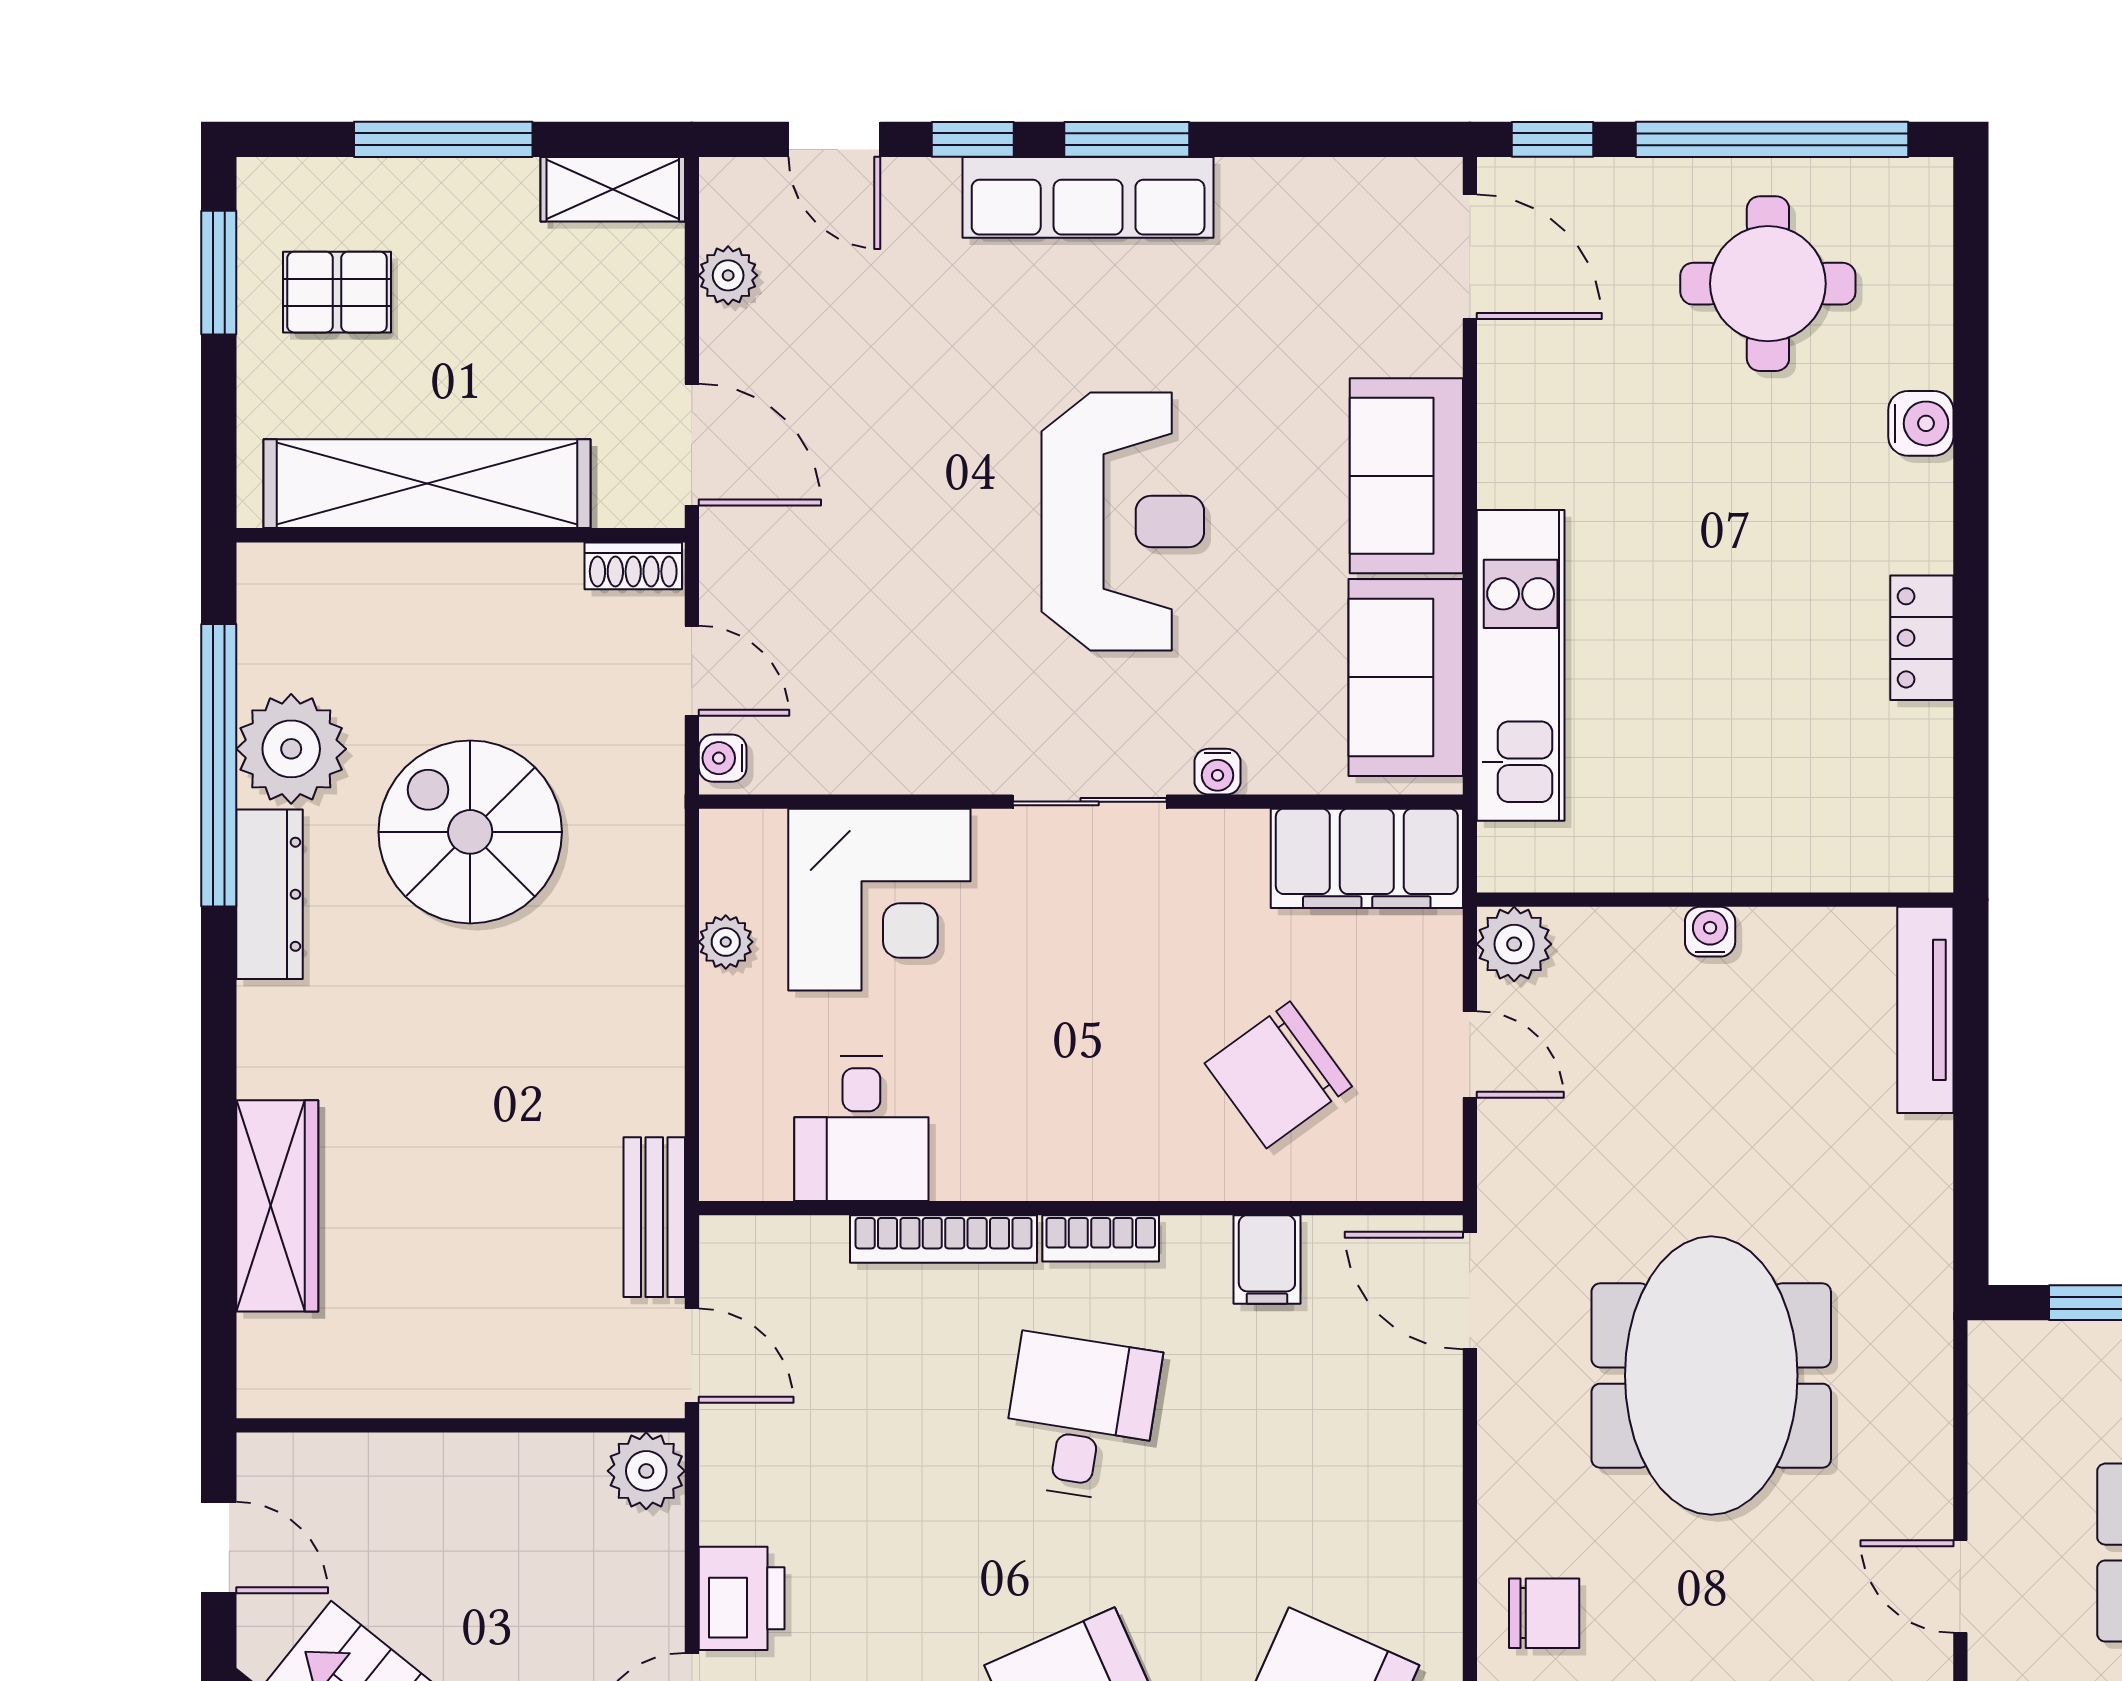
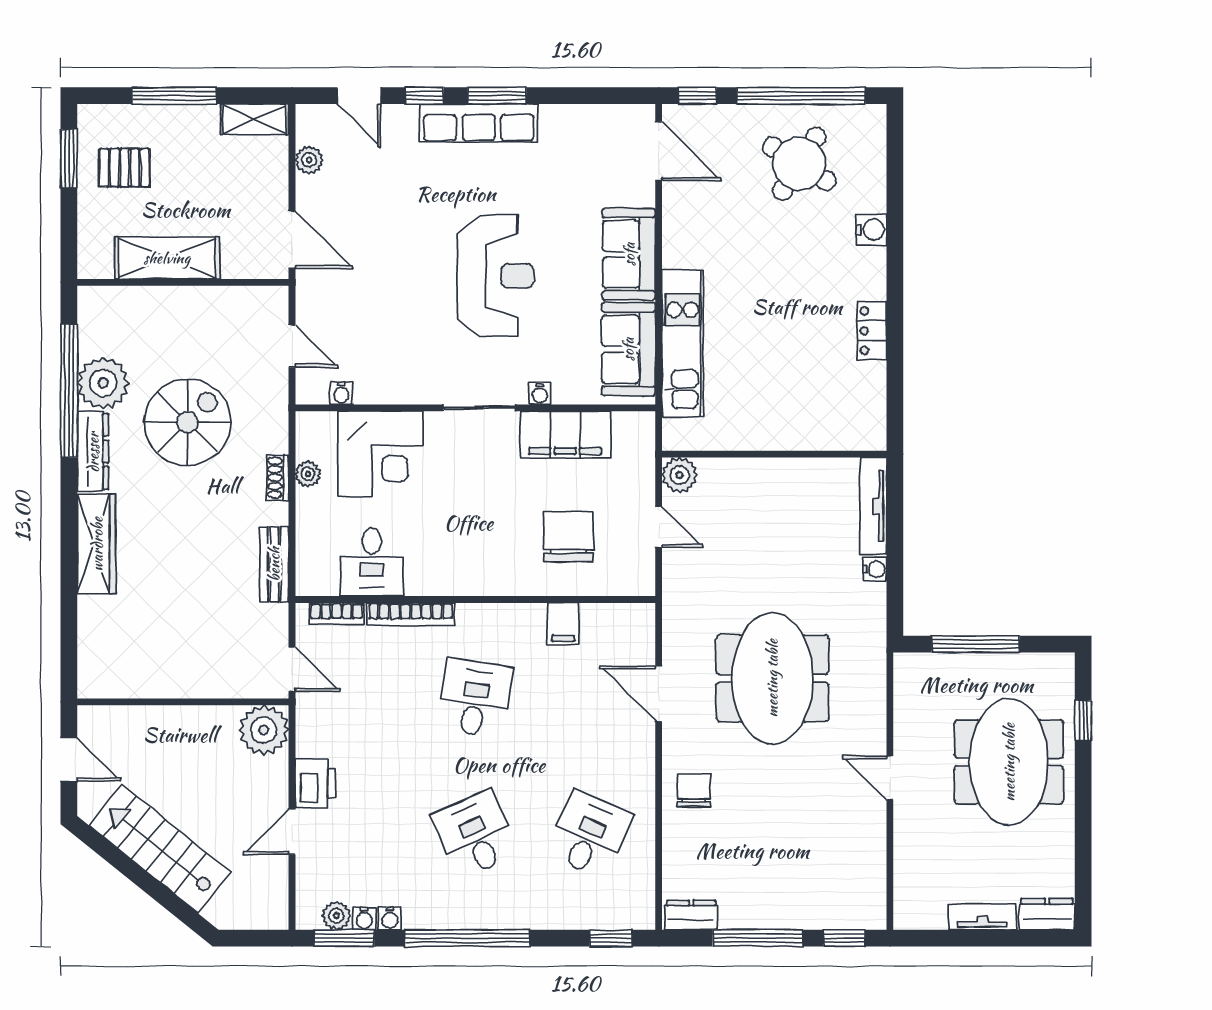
round table: (1768, 284) -> (799, 164), turned 32
shelving: (427, 484) -> (167, 258), width x0.68
shoe rack: (633, 566) -> (278, 478), moved, turned 90
water cooler: (723, 758) -> (341, 393), moved, turned -90
spiral stairs: (470, 832) -> (188, 422), turned 90
filing cabinet: (1367, 858) -> (565, 435), moved
water cooler: (1710, 932) -> (875, 569), moved, turned 90
chair: (1278, 1075) -> (568, 537), turned 126
wardrobe: (277, 1206) -> (97, 544), moved
bench: (654, 1217) -> (274, 564), moved
bookcase: (1101, 1238) -> (337, 614), moved
door: (1470, 1290) -> (659, 694), moved
plant: (646, 1471) -> (264, 730), width x1.36, depth x1.36
chair: (1544, 1613) -> (694, 790), turned -90

